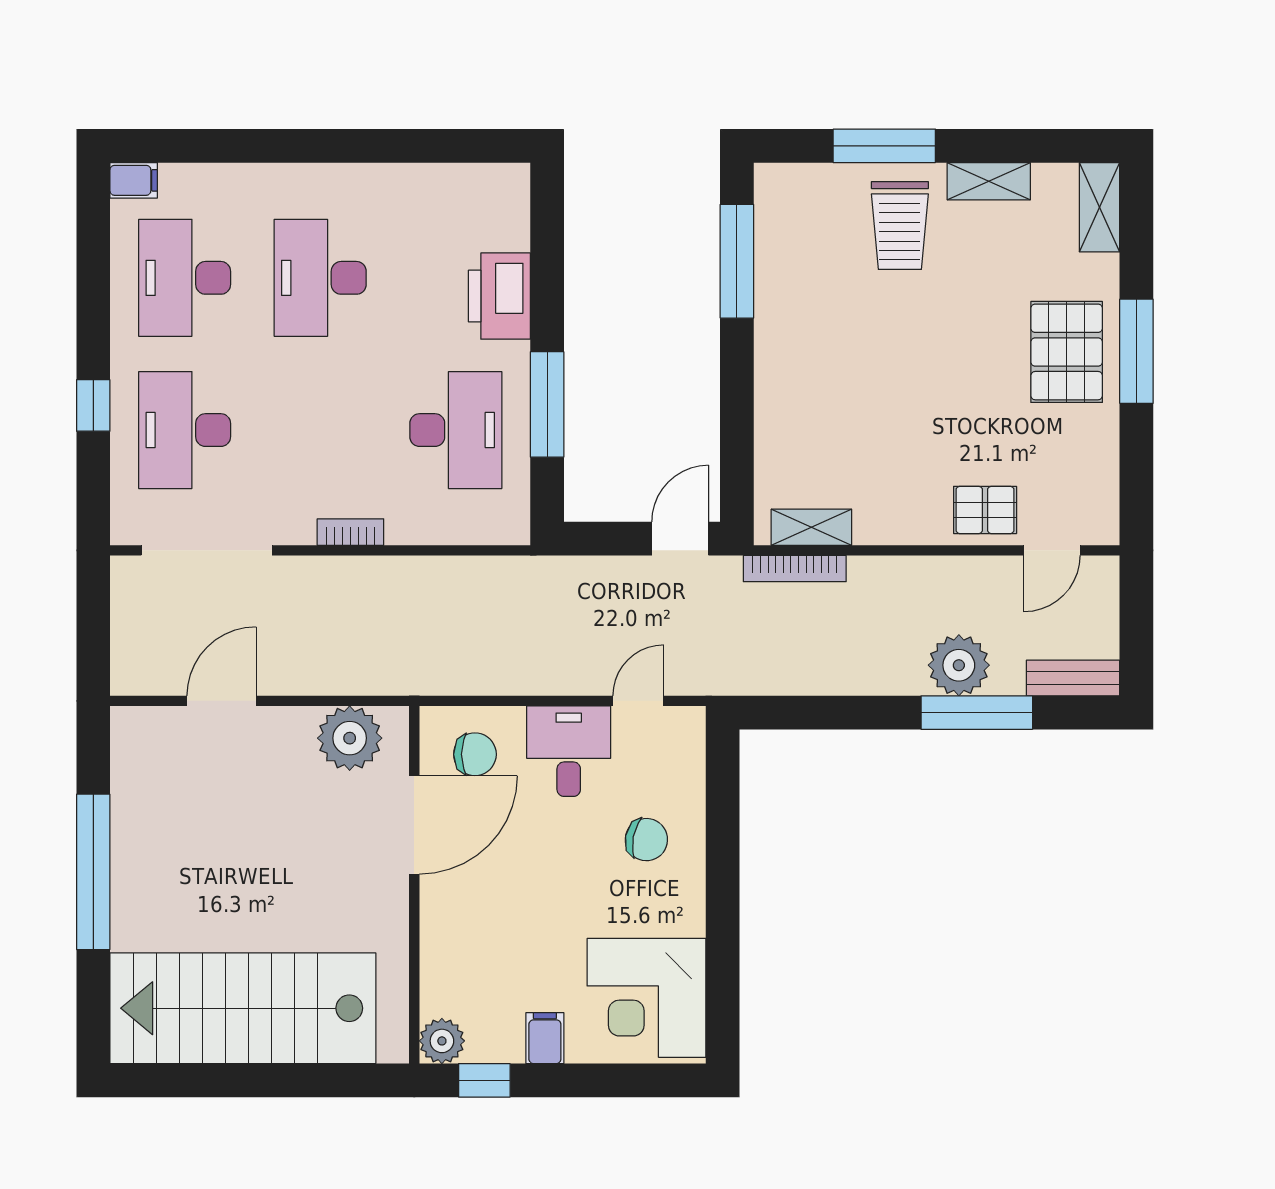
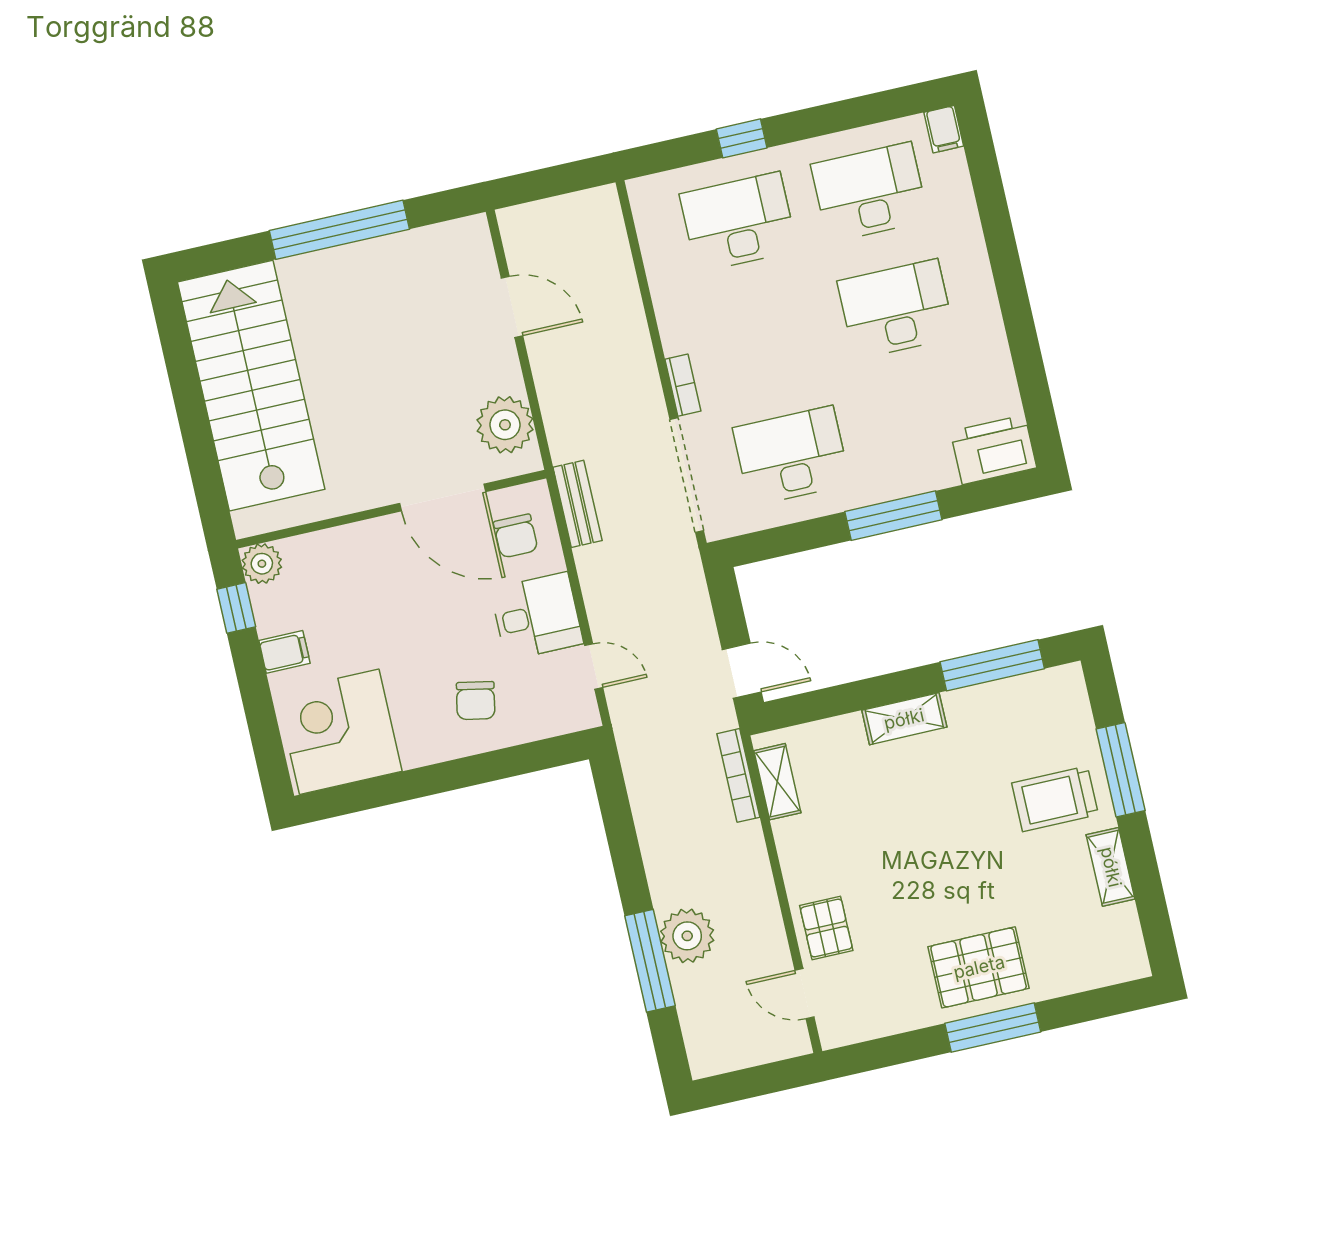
shelving: (1100, 207) -> (904, 719), moved
printer: (499, 296) -> (994, 450), moved
window: (547, 404) -> (893, 516), moved
desk: (456, 430) -> (791, 456), turned 180
doorway: (207, 550) -> (687, 475), moved
bench: (1073, 678) -> (577, 504), moved

